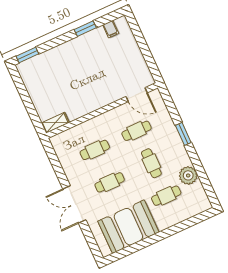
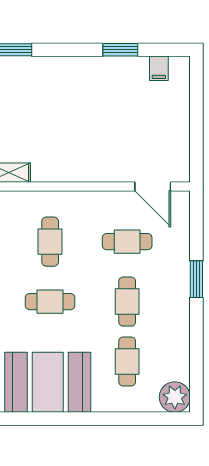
cafe table: (95, 150) -> (50, 242), turned 90
plant: (188, 175) -> (175, 397), moved
cafe table: (166, 196) -> (127, 362), turned 90

